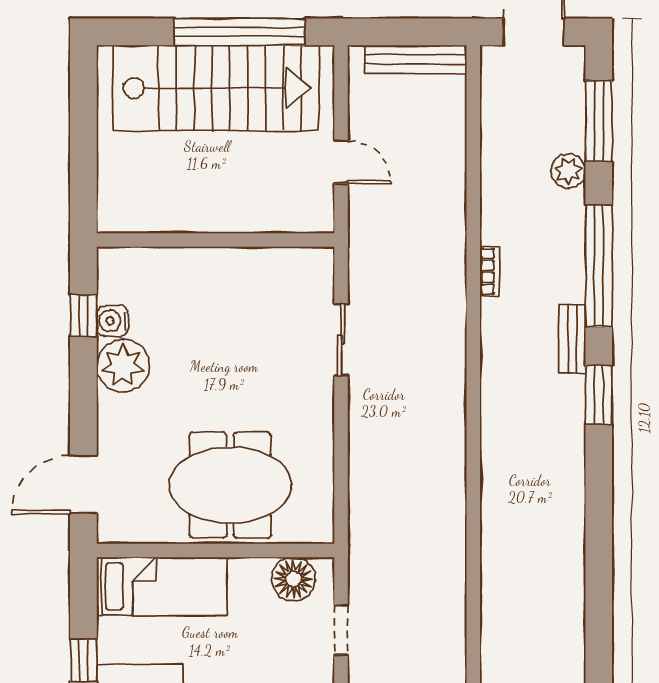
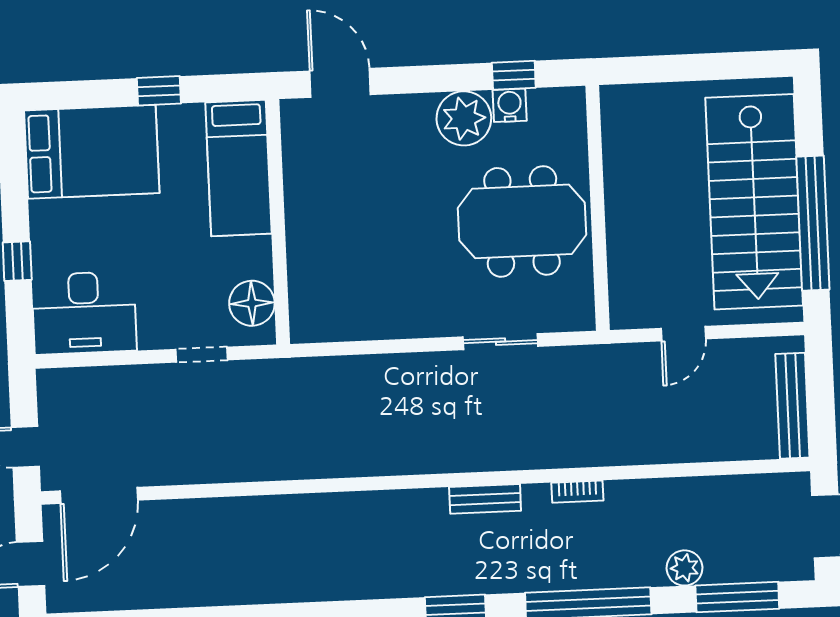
bench: (572, 339) -> (485, 499), moved
meeting table: (230, 485) -> (522, 221), moved, turned 90

